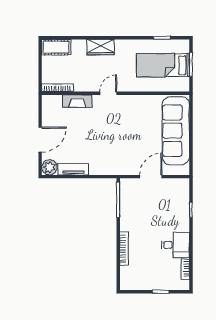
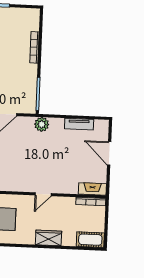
fireplace: (77, 101) -> (92, 189), moved
door: (40, 140) -> (109, 153), hinge flipped
plant: (49, 167) -> (42, 124), moved

